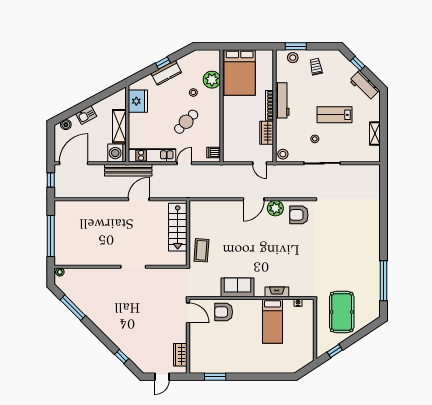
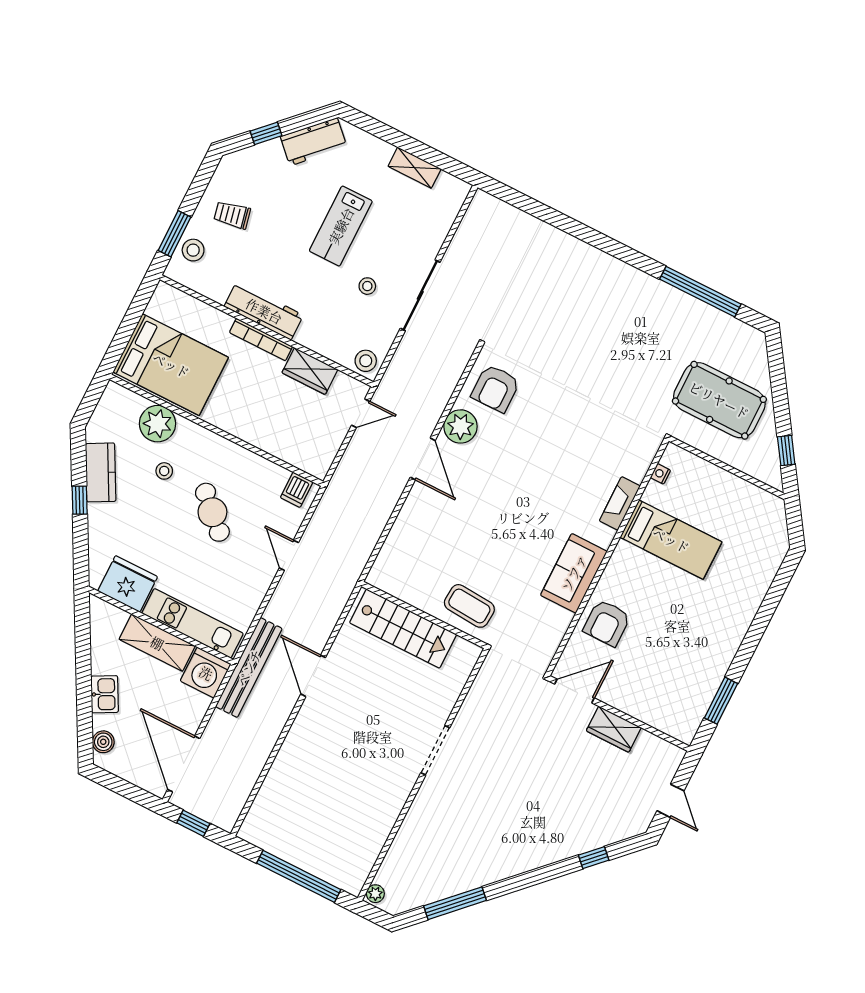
kitchen counter: (166, 73) -> (101, 472), moved
kitchen unit: (152, 155) -> (193, 623), moved, turned 90
wardrobe: (180, 355) -> (614, 729), moved

